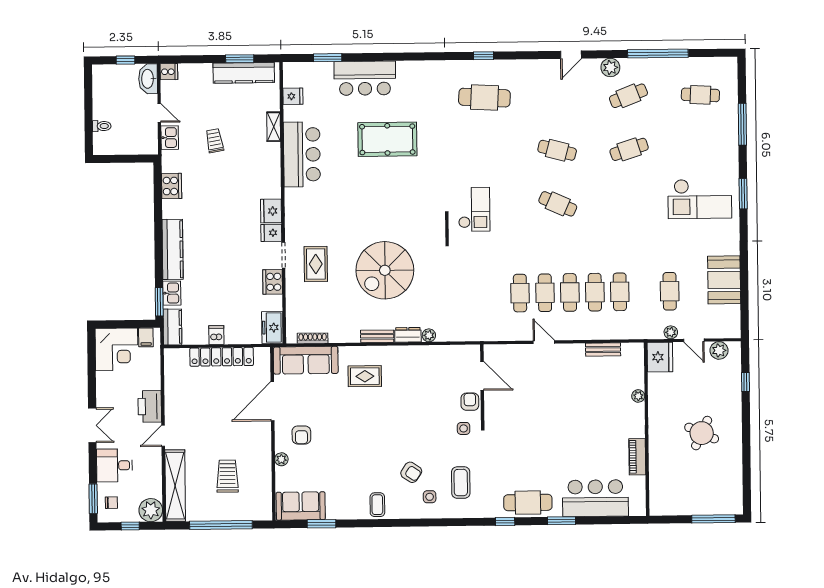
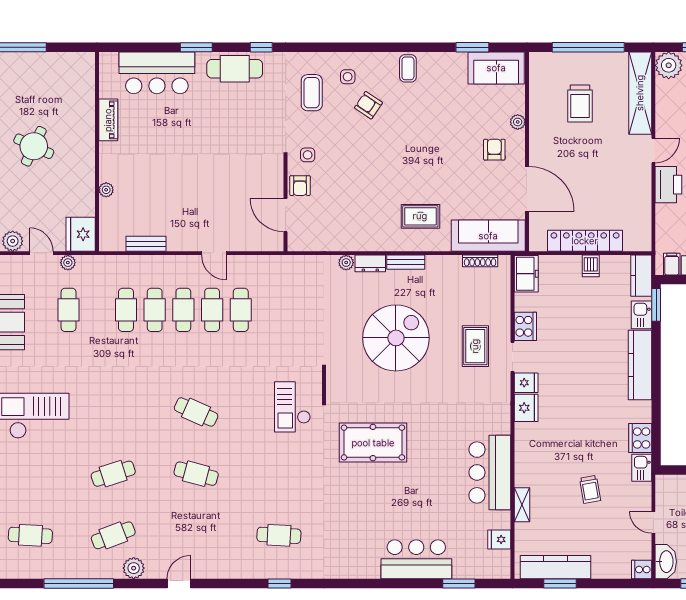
cafe table: (484, 98) -> (279, 535), width x0.73, depth x0.74
kitchen sink: (170, 138) -> (642, 468), moved
pool table: (387, 139) -> (373, 443), moved
door: (273, 401) -> (527, 189), hinge flipped

